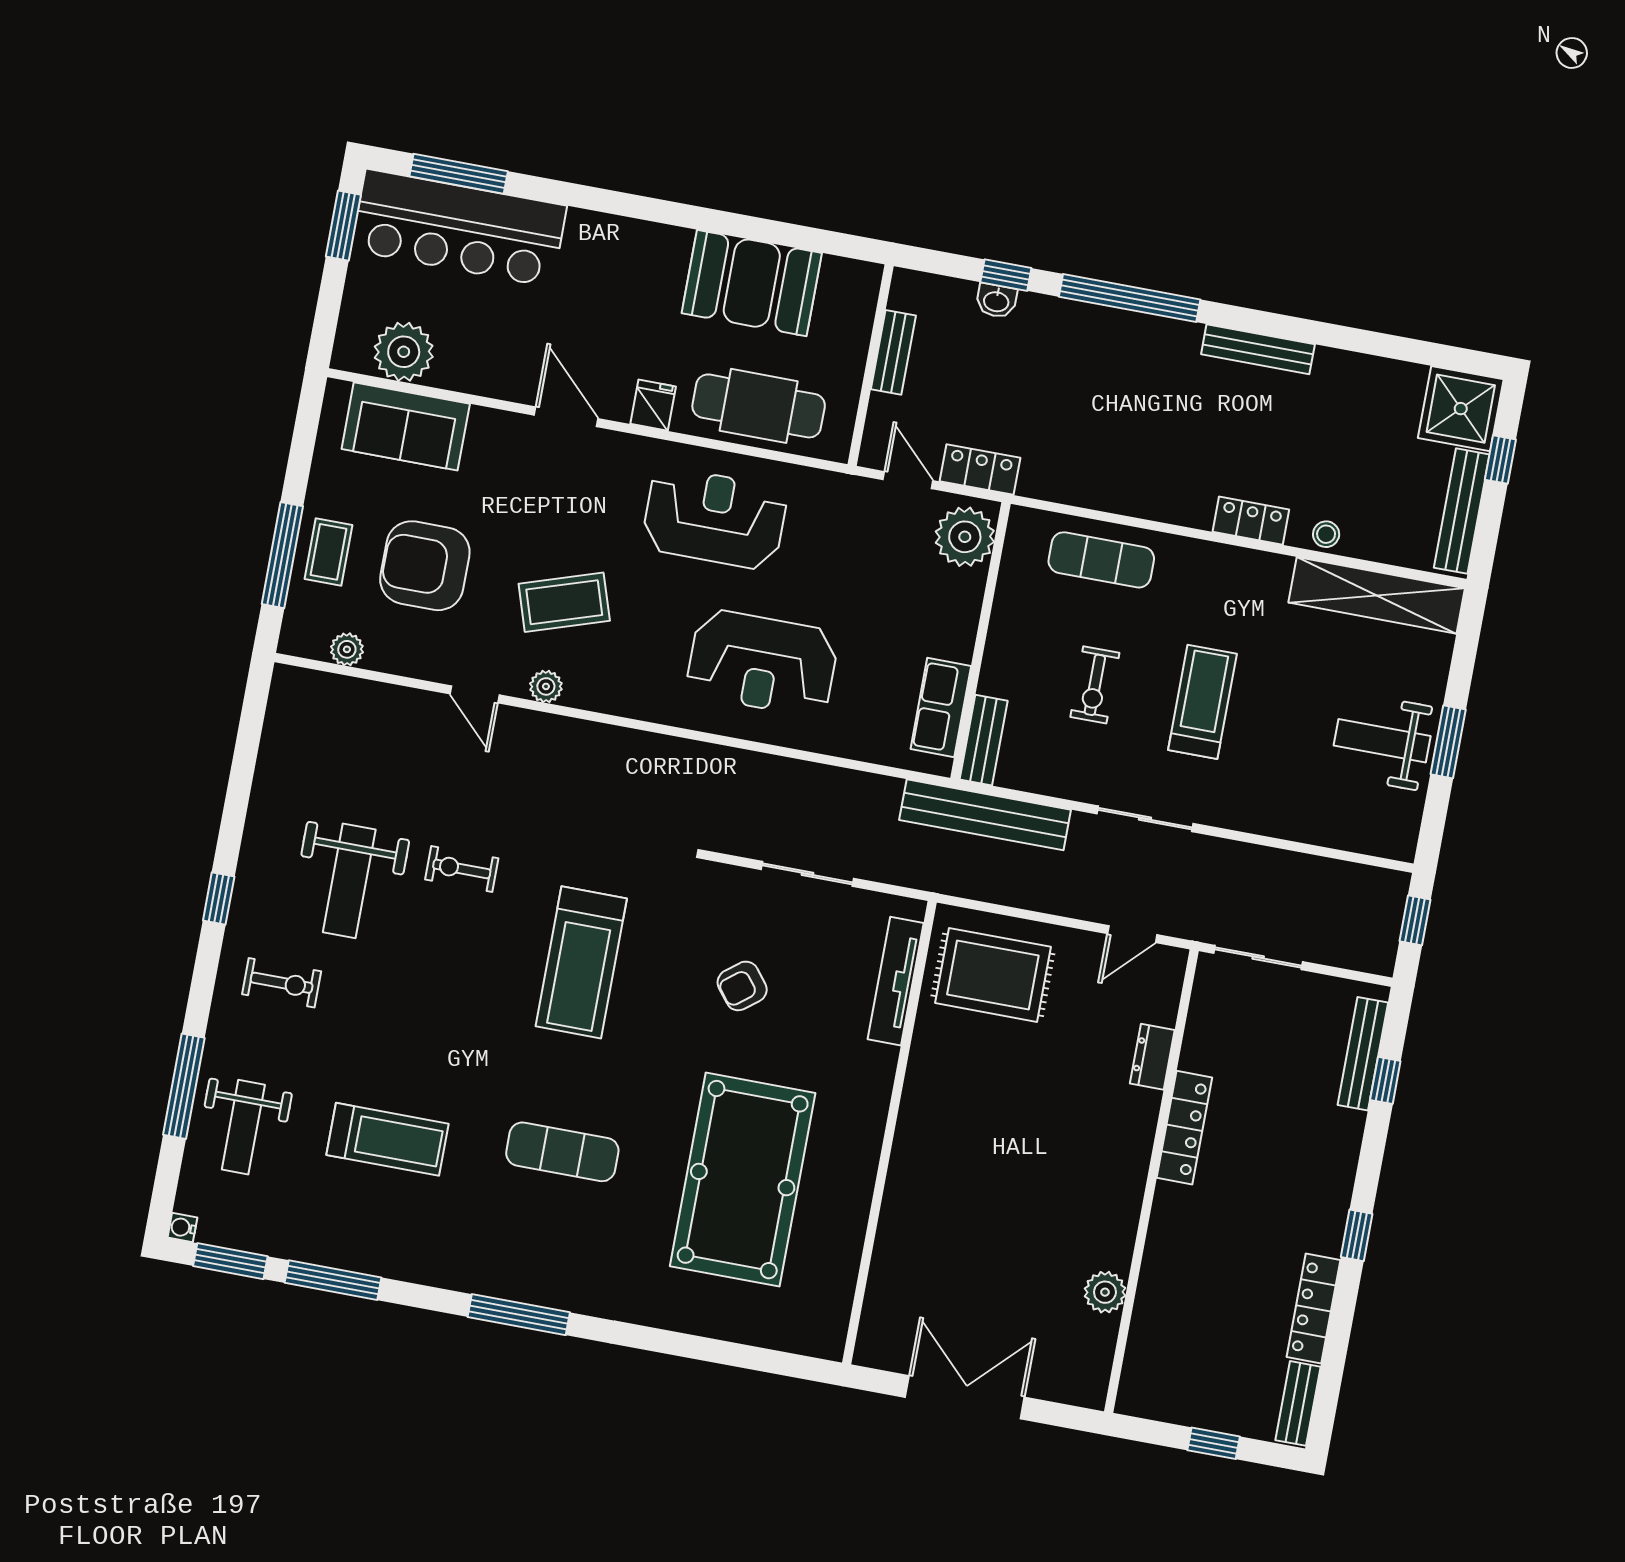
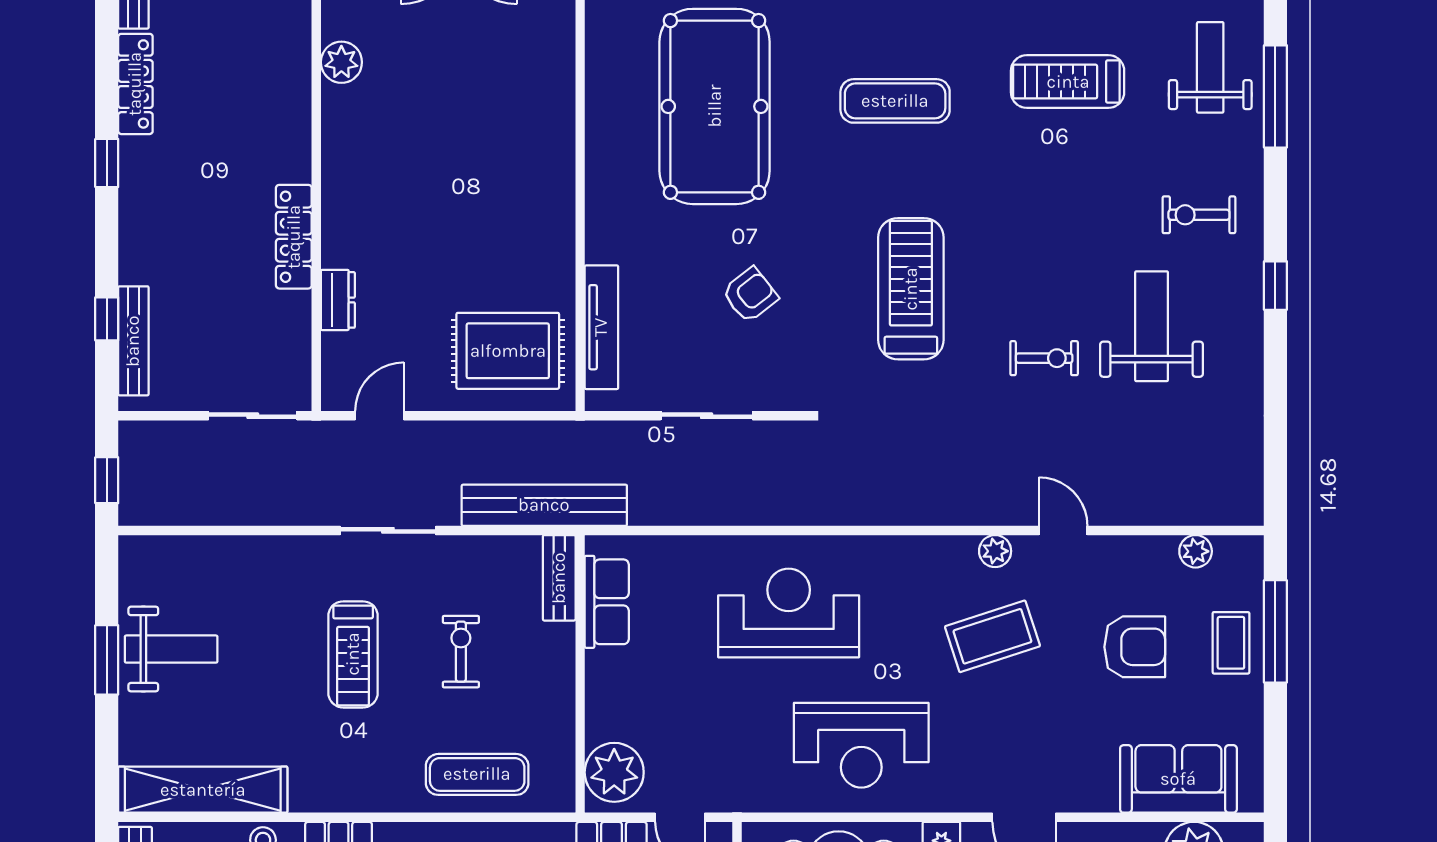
armchair: (425, 566) -> (1135, 647), width x0.73, depth x0.73

